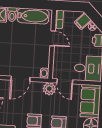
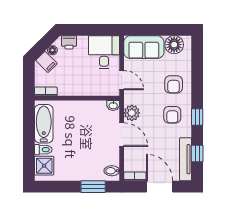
door: (53, 38) -> (70, 98), removed
door: (65, 81) -> (122, 80), hinge flipped
plant: (49, 89) -> (132, 113), moved

